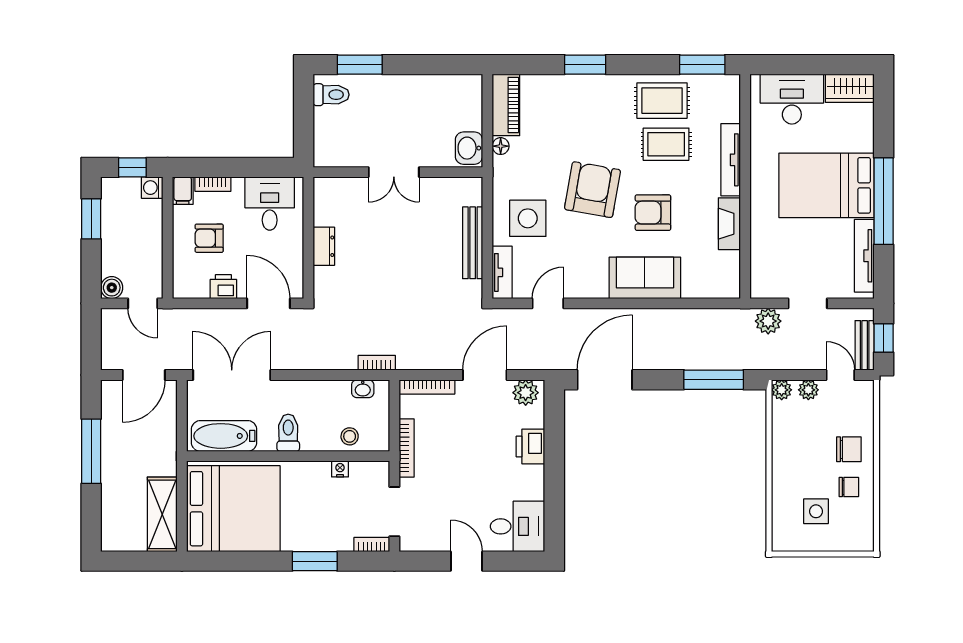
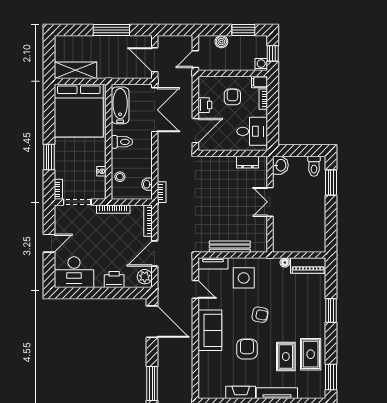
washbasin: (469, 148) -> (280, 165), moved, turned 90
armchair: (592, 190) -> (260, 315), width x0.53, depth x0.53
dresser: (324, 246) -> (248, 162), moved
sofa: (645, 278) -> (210, 330), moved
boiler: (112, 288) -> (221, 42), moved
door: (485, 375) -> (155, 253), swing flipped
desk: (517, 526) -> (74, 272), width x1.37

